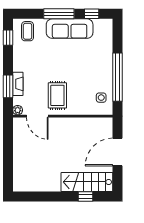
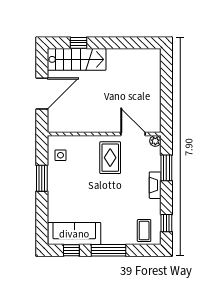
sofa: (70, 29) -> (74, 234), moved
window: (118, 77) -> (42, 178), width x0.47
fireplace: (18, 84) -> (155, 185), moved

